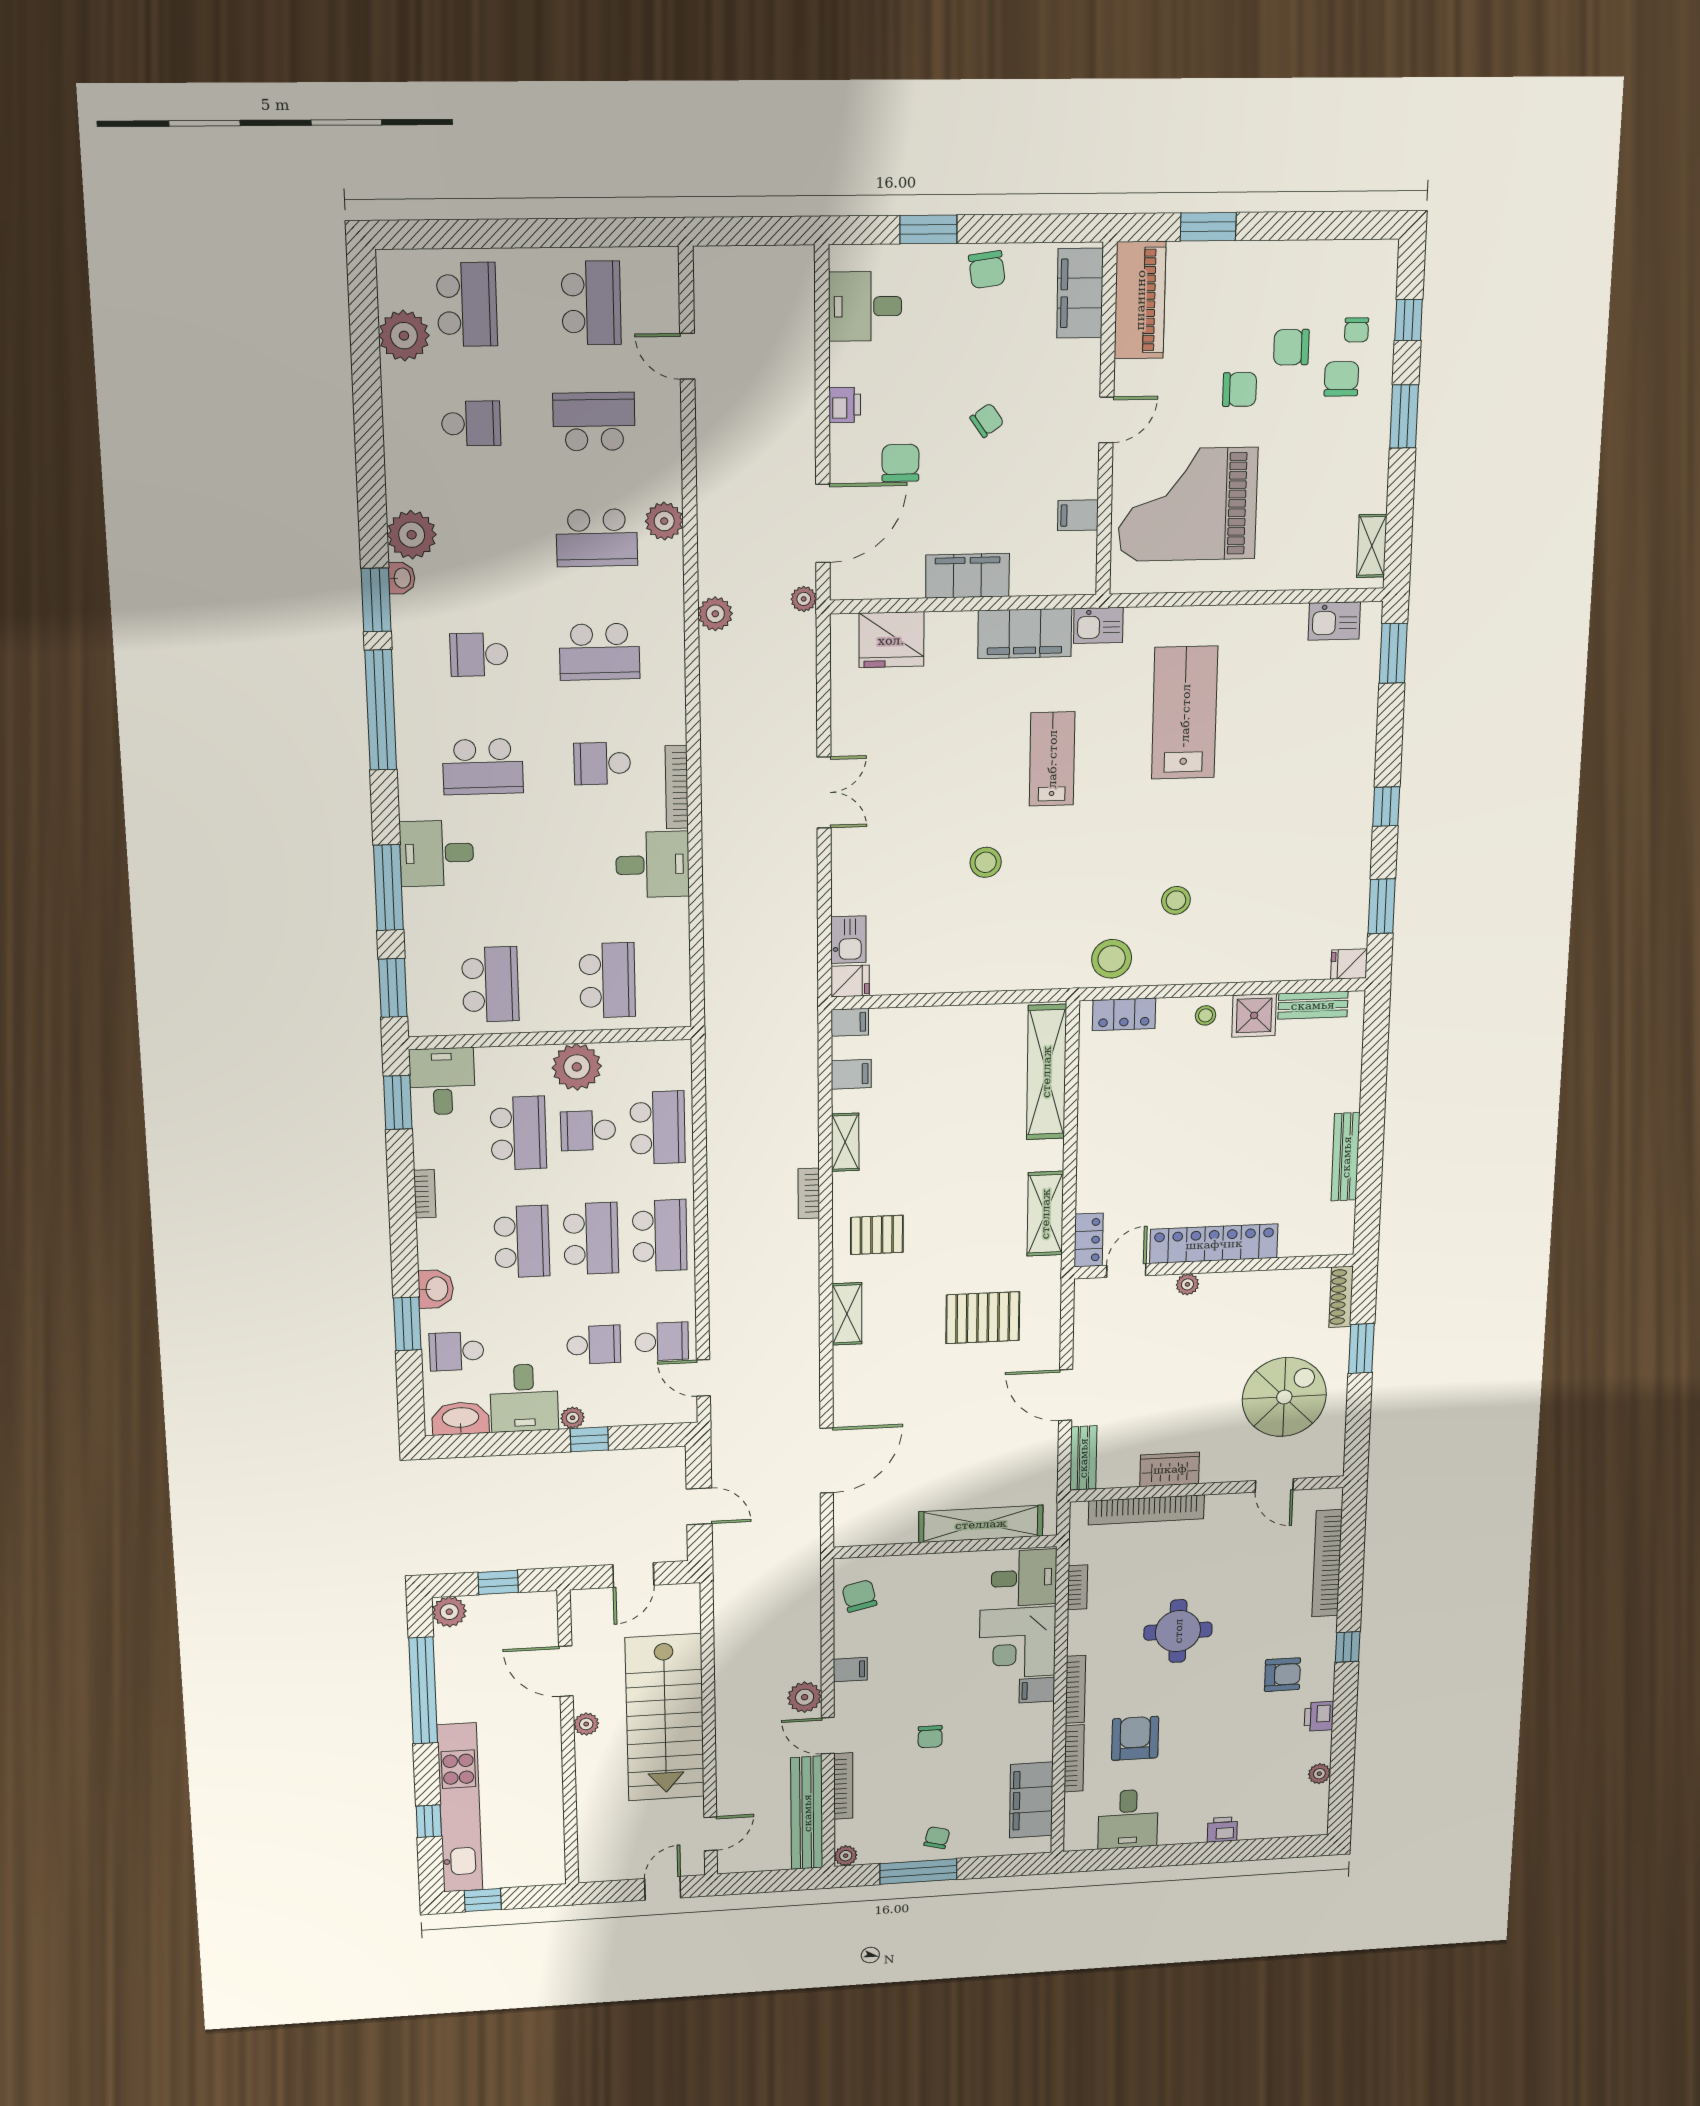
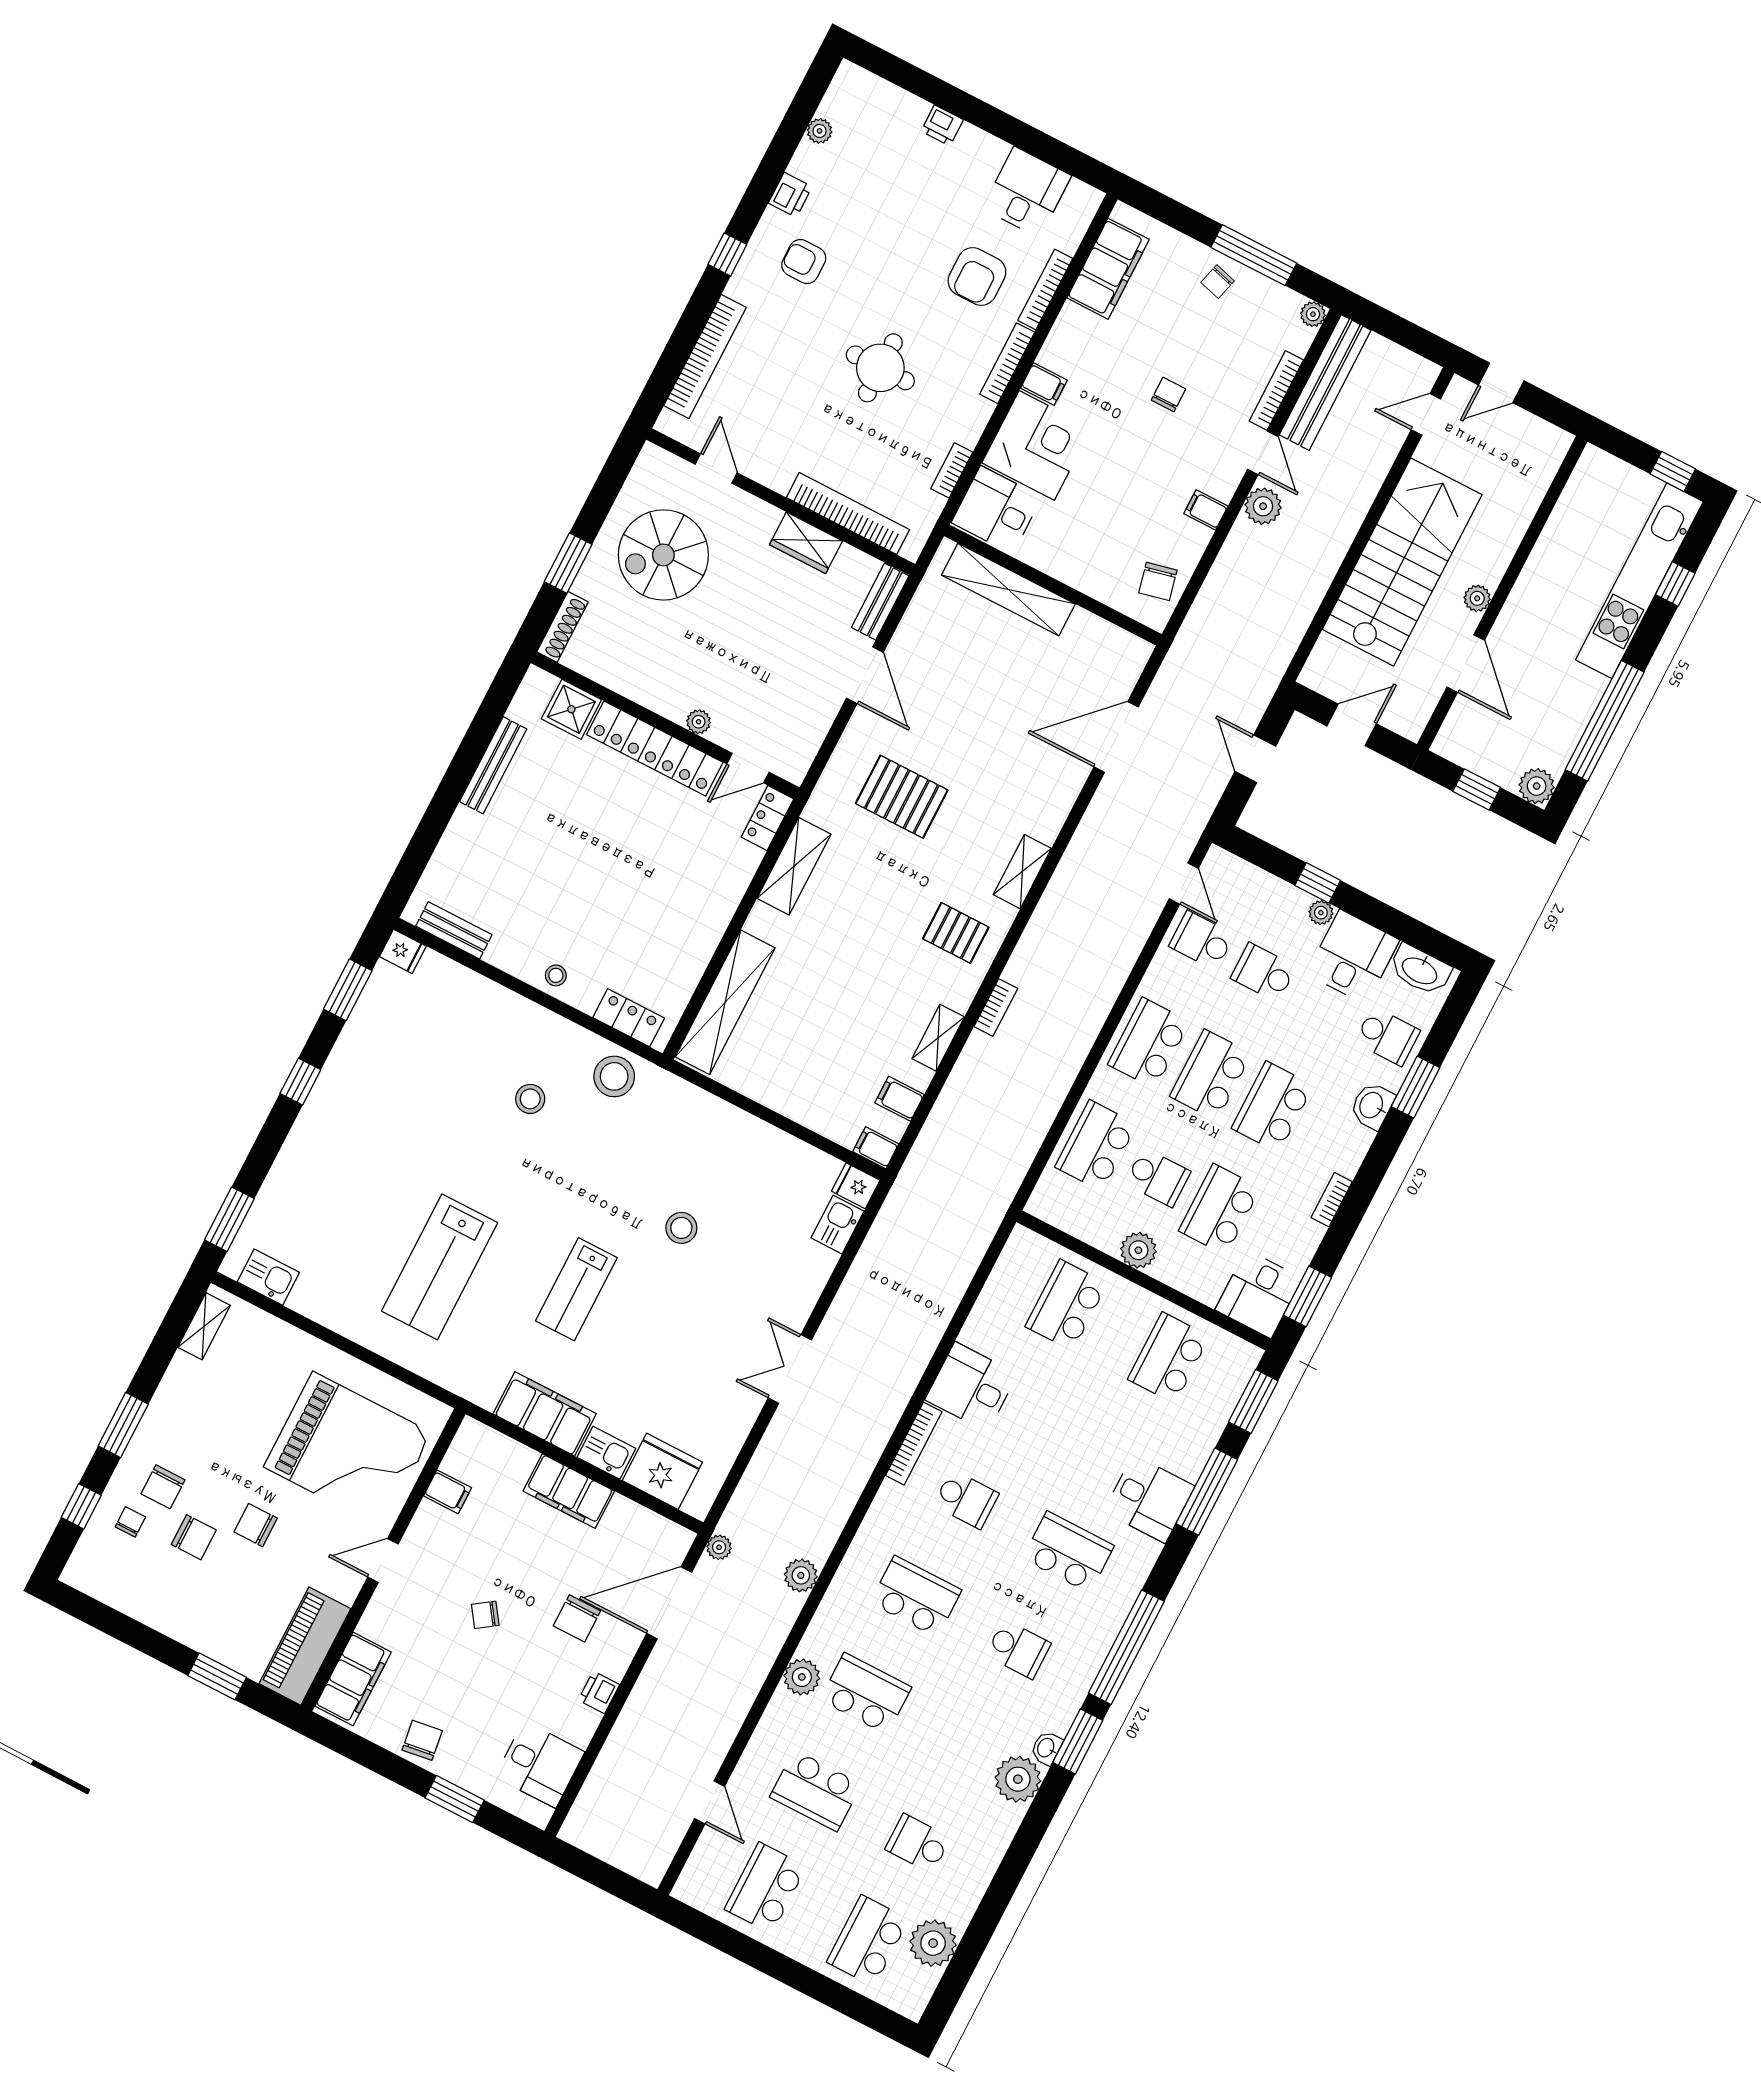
kitchen sink: (1098, 625) -> (606, 1453), moved
shower: (1254, 1015) -> (571, 709), moved
plant: (577, 1067) -> (1138, 1250), width x0.73, depth x0.73

